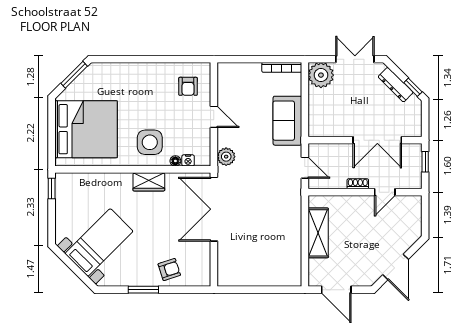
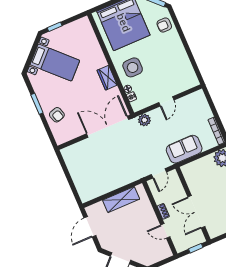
armchair: (188, 86) -> (164, 25), moved
window: (52, 189) -> (55, 27), moved

